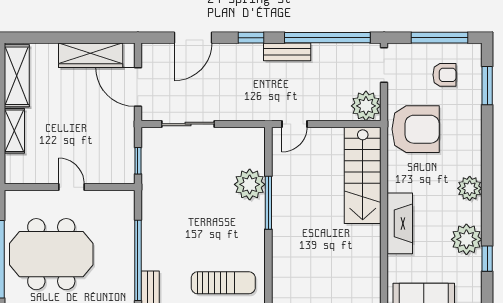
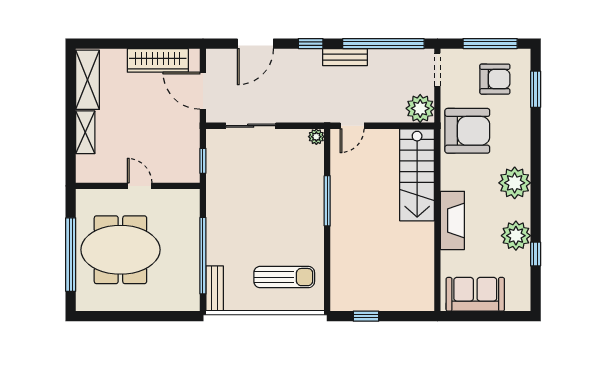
armchair: (444, 75) -> (495, 79), width x1.38, depth x1.38
plant: (250, 184) -> (316, 137), moved, width x0.53, depth x0.53
plant: (470, 188) -> (515, 183), width x1.36, depth x1.36

